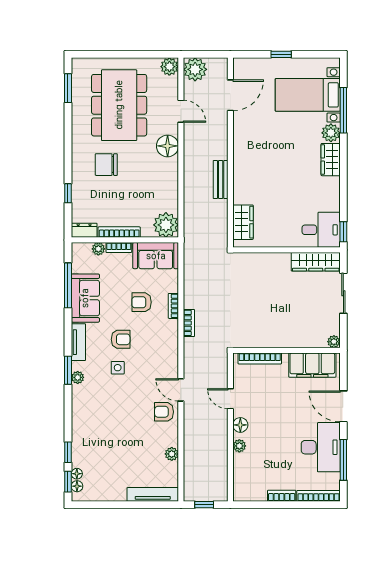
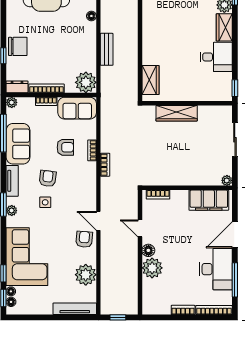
floor lamp: (168, 146) -> (91, 16), width x0.53, depth x0.53
chair: (106, 165) -> (18, 46), moved, turned 180
bench: (221, 179) -> (107, 49), moved
desk: (321, 230) -> (216, 57), moved
plant: (98, 249) -> (12, 102), moved
wardrobe: (316, 262) -> (177, 113), moved
armchair: (142, 302) -> (65, 147), turned 180
armchair: (121, 339) -> (48, 178), turned -83
bookcase: (260, 358) -> (158, 195), width x0.64
door: (343, 406) -> (235, 235), hinge flipped
armchair: (164, 412) -> (84, 239), turned 95
corner sofa: (96, 432) -> (27, 257), added
plant: (239, 446) -> (152, 268), width x1.87, depth x1.87
plant: (172, 454) -> (86, 275), width x1.88, depth x1.88

